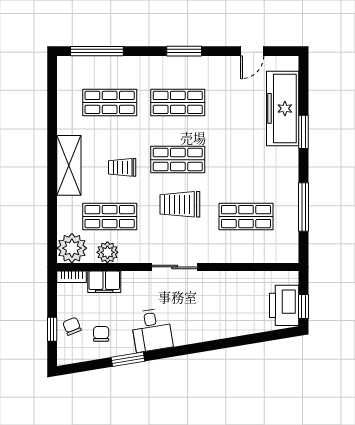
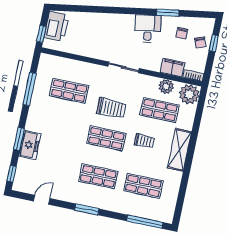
window: (303, 79) -> (12, 174), added
freezer: (283, 108) -> (30, 145), width x0.52, depth x0.79
window: (303, 306) -> (41, 34), moved

